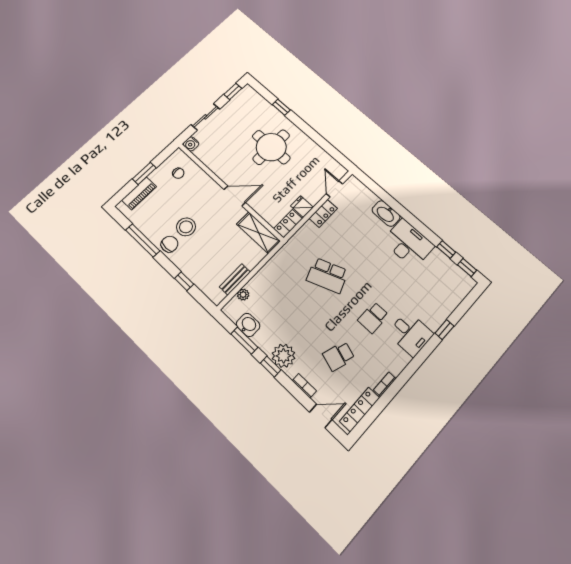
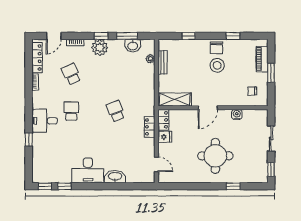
water cooler: (191, 144) -> (237, 115), moved
locker: (323, 213) -> (150, 127), moved
window: (143, 240) -> (233, 36), width x0.46
school desk: (327, 275) -> (116, 111), width x0.54
school desk: (339, 356) -> (71, 74), turned -42

